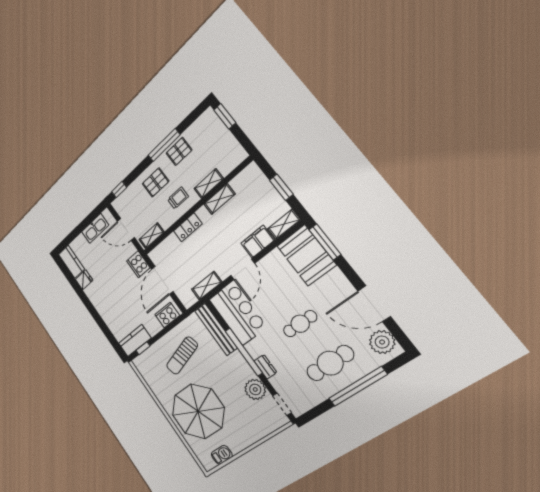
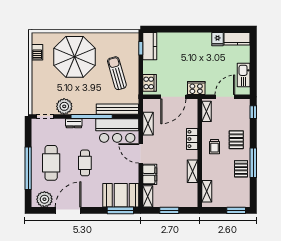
shelving: (209, 184) -> (207, 191), moved
door: (162, 280) -> (173, 97), swing flipped

